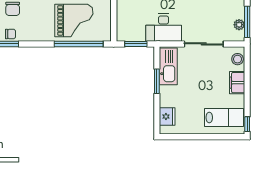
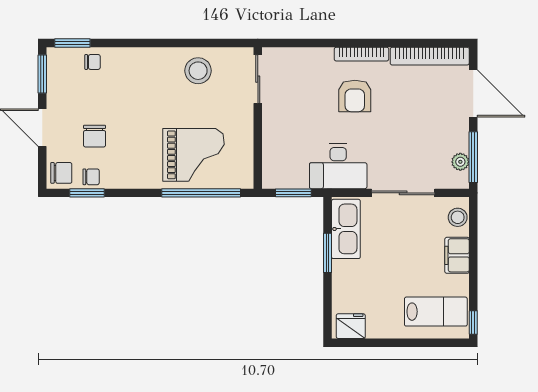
fridge: (167, 117) -> (351, 326), moved, turned -90

